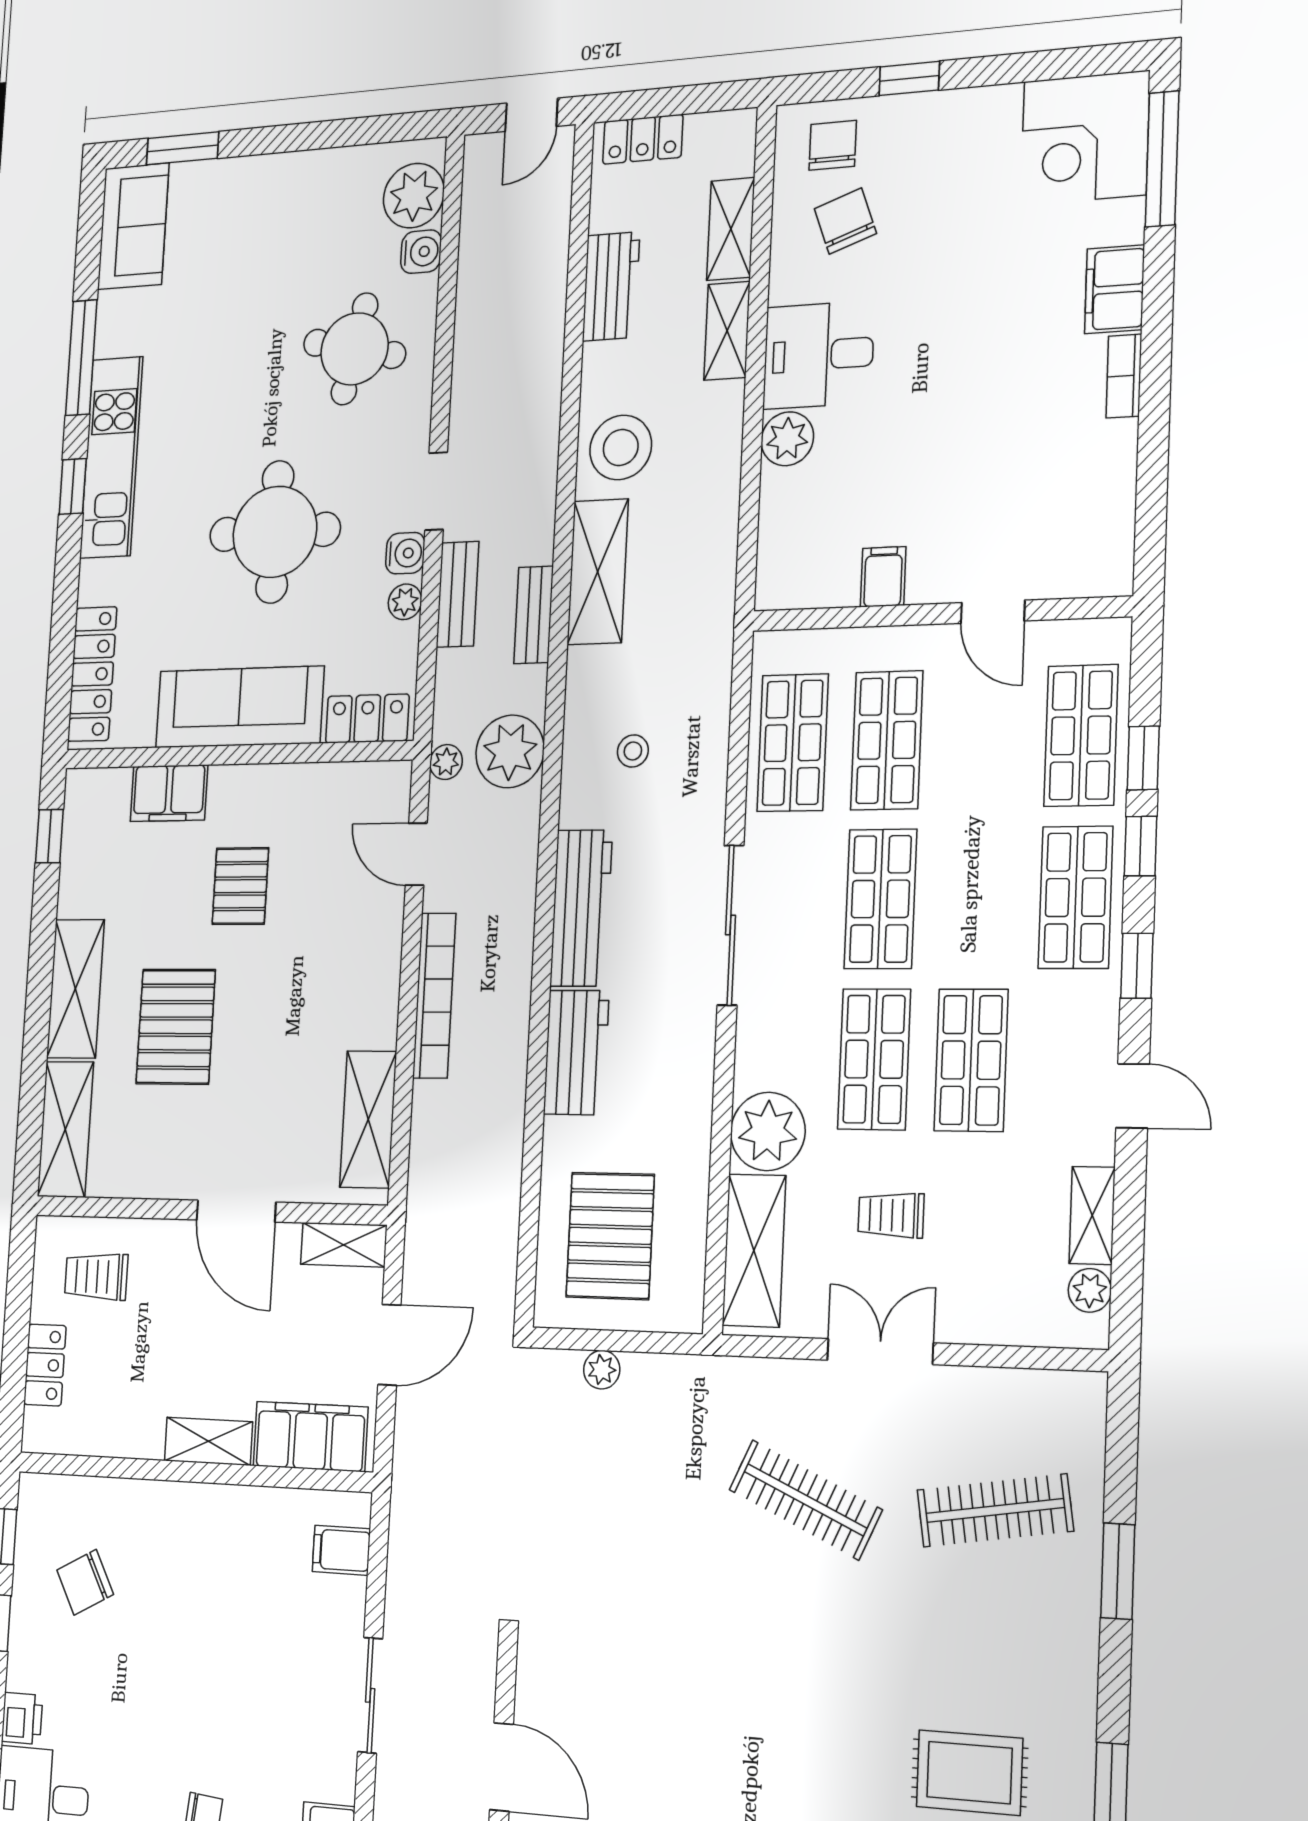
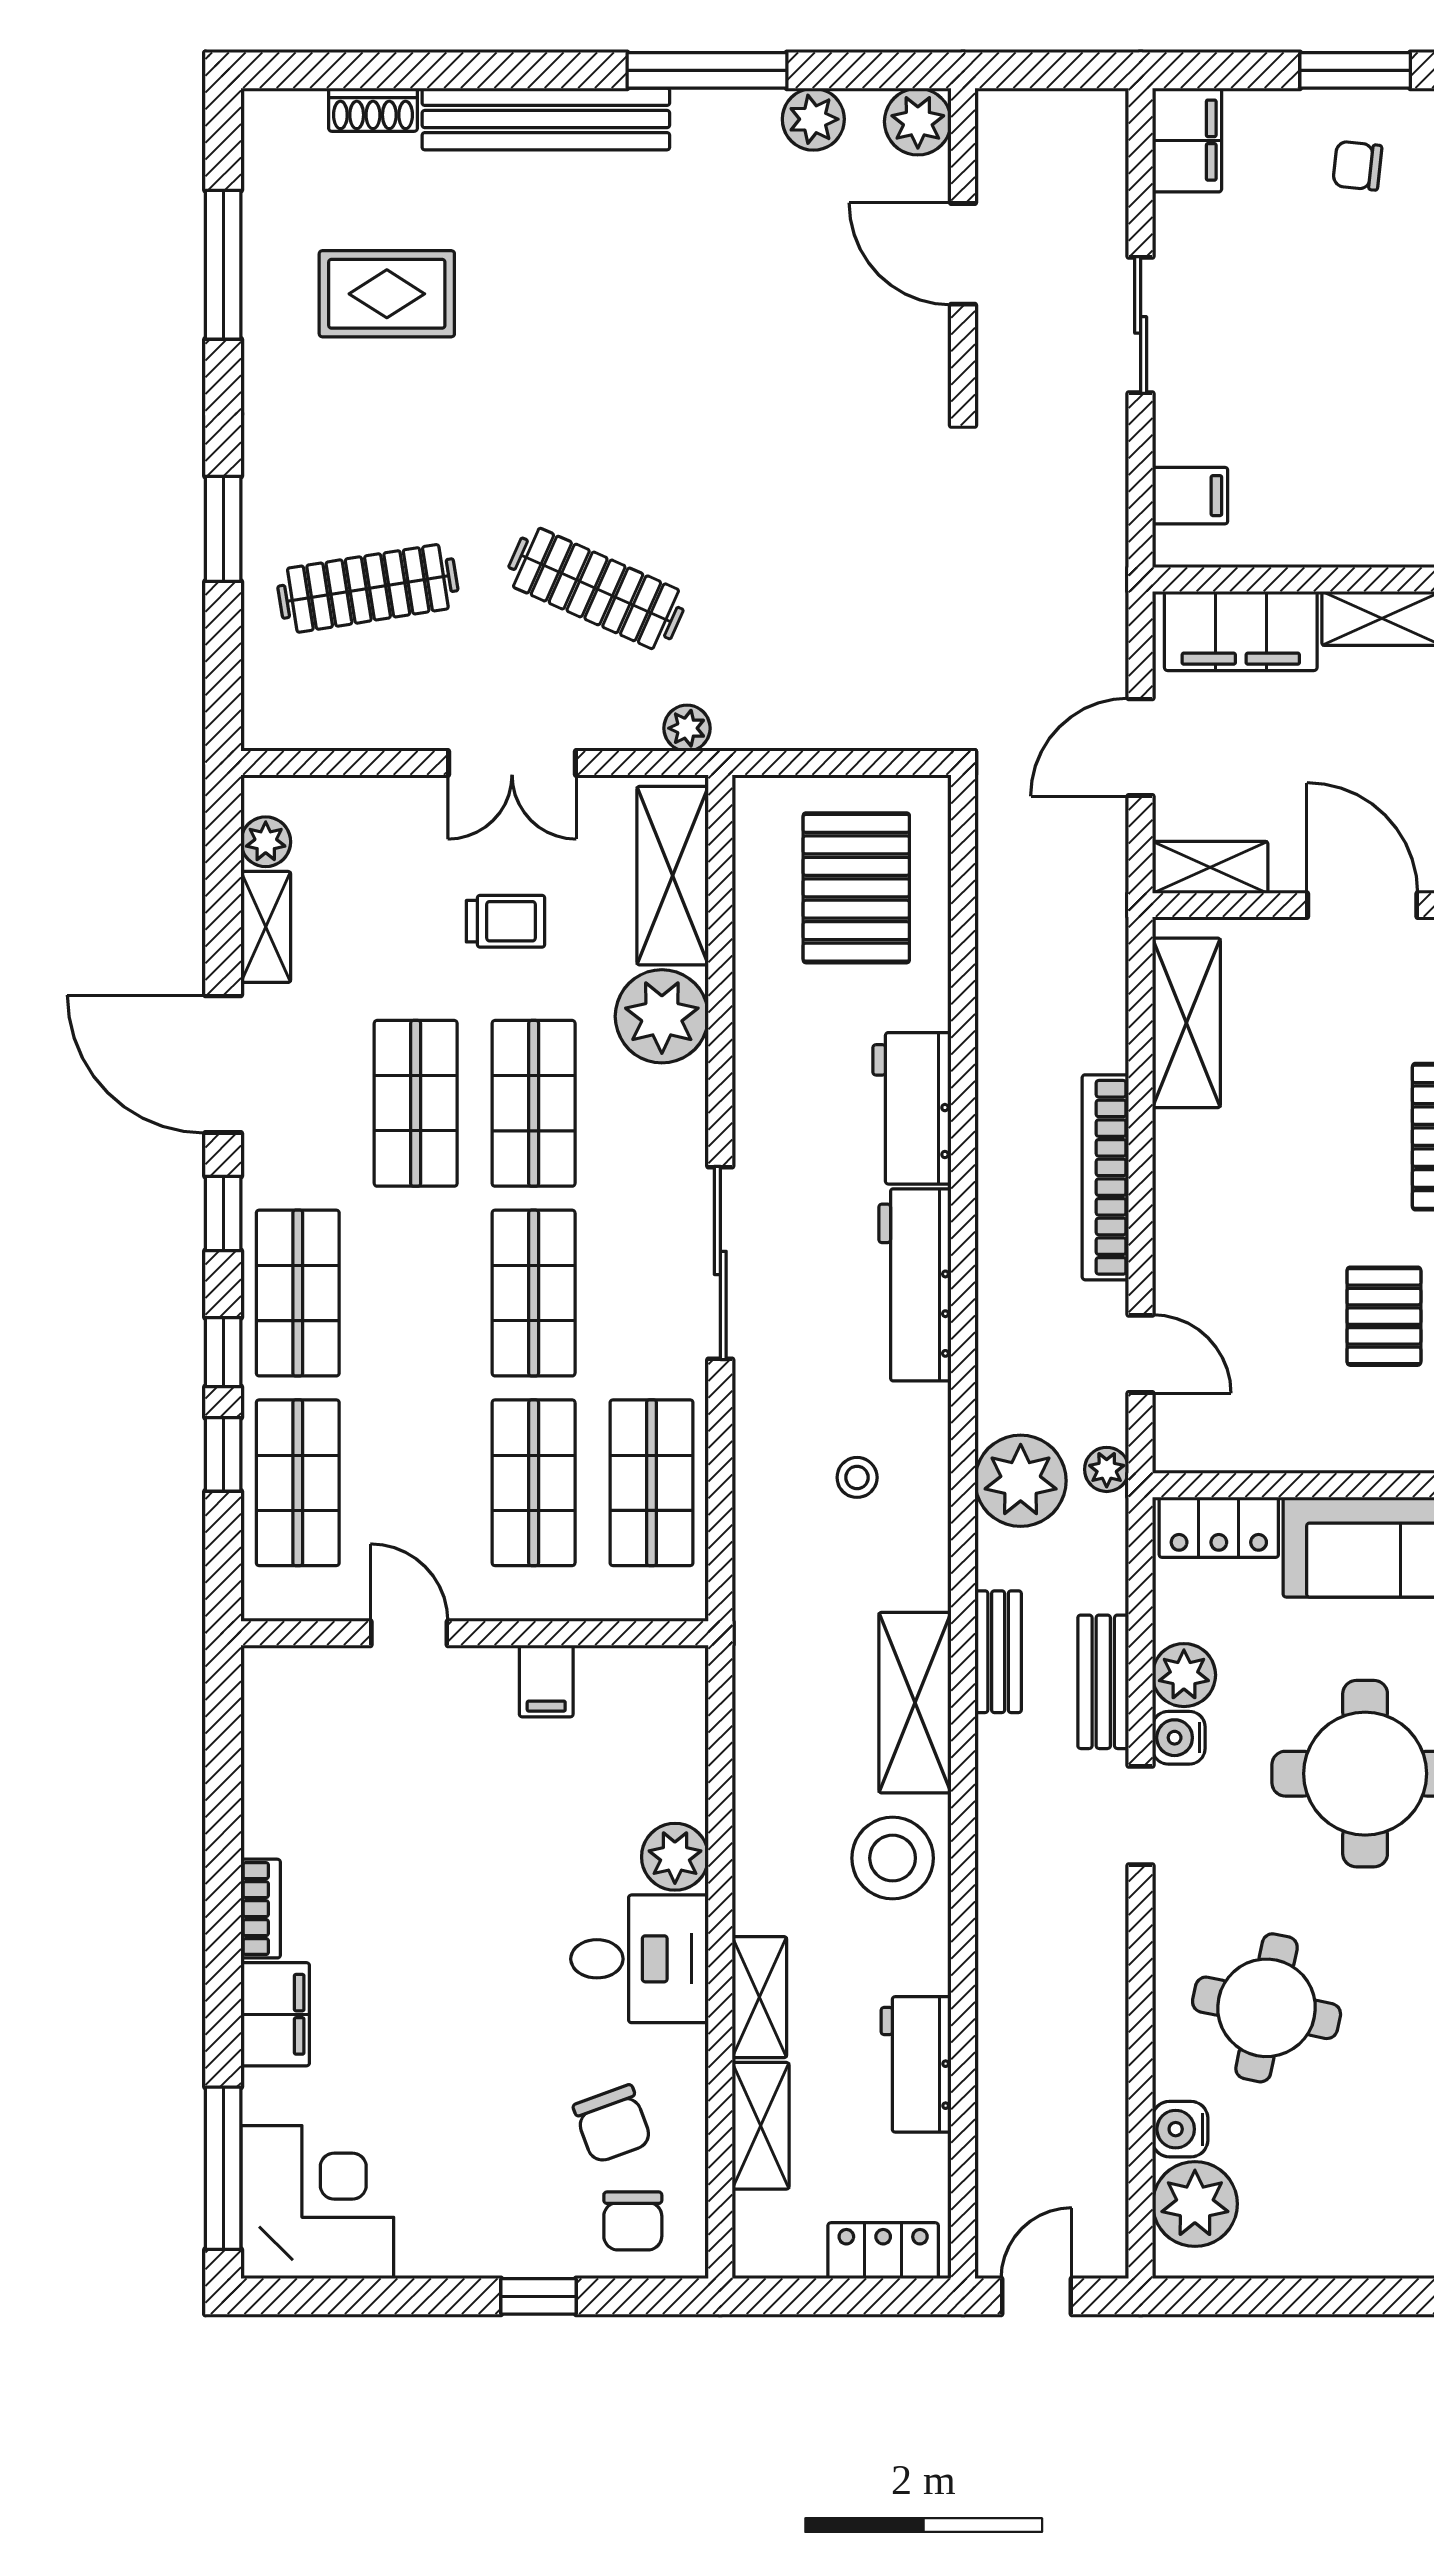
plant: (405, 602) -> (1184, 1675), width x1.38, depth x1.38
door: (1133, 1096) -> (223, 1064), width x1.88
plant: (602, 1370) -> (687, 728), moved

